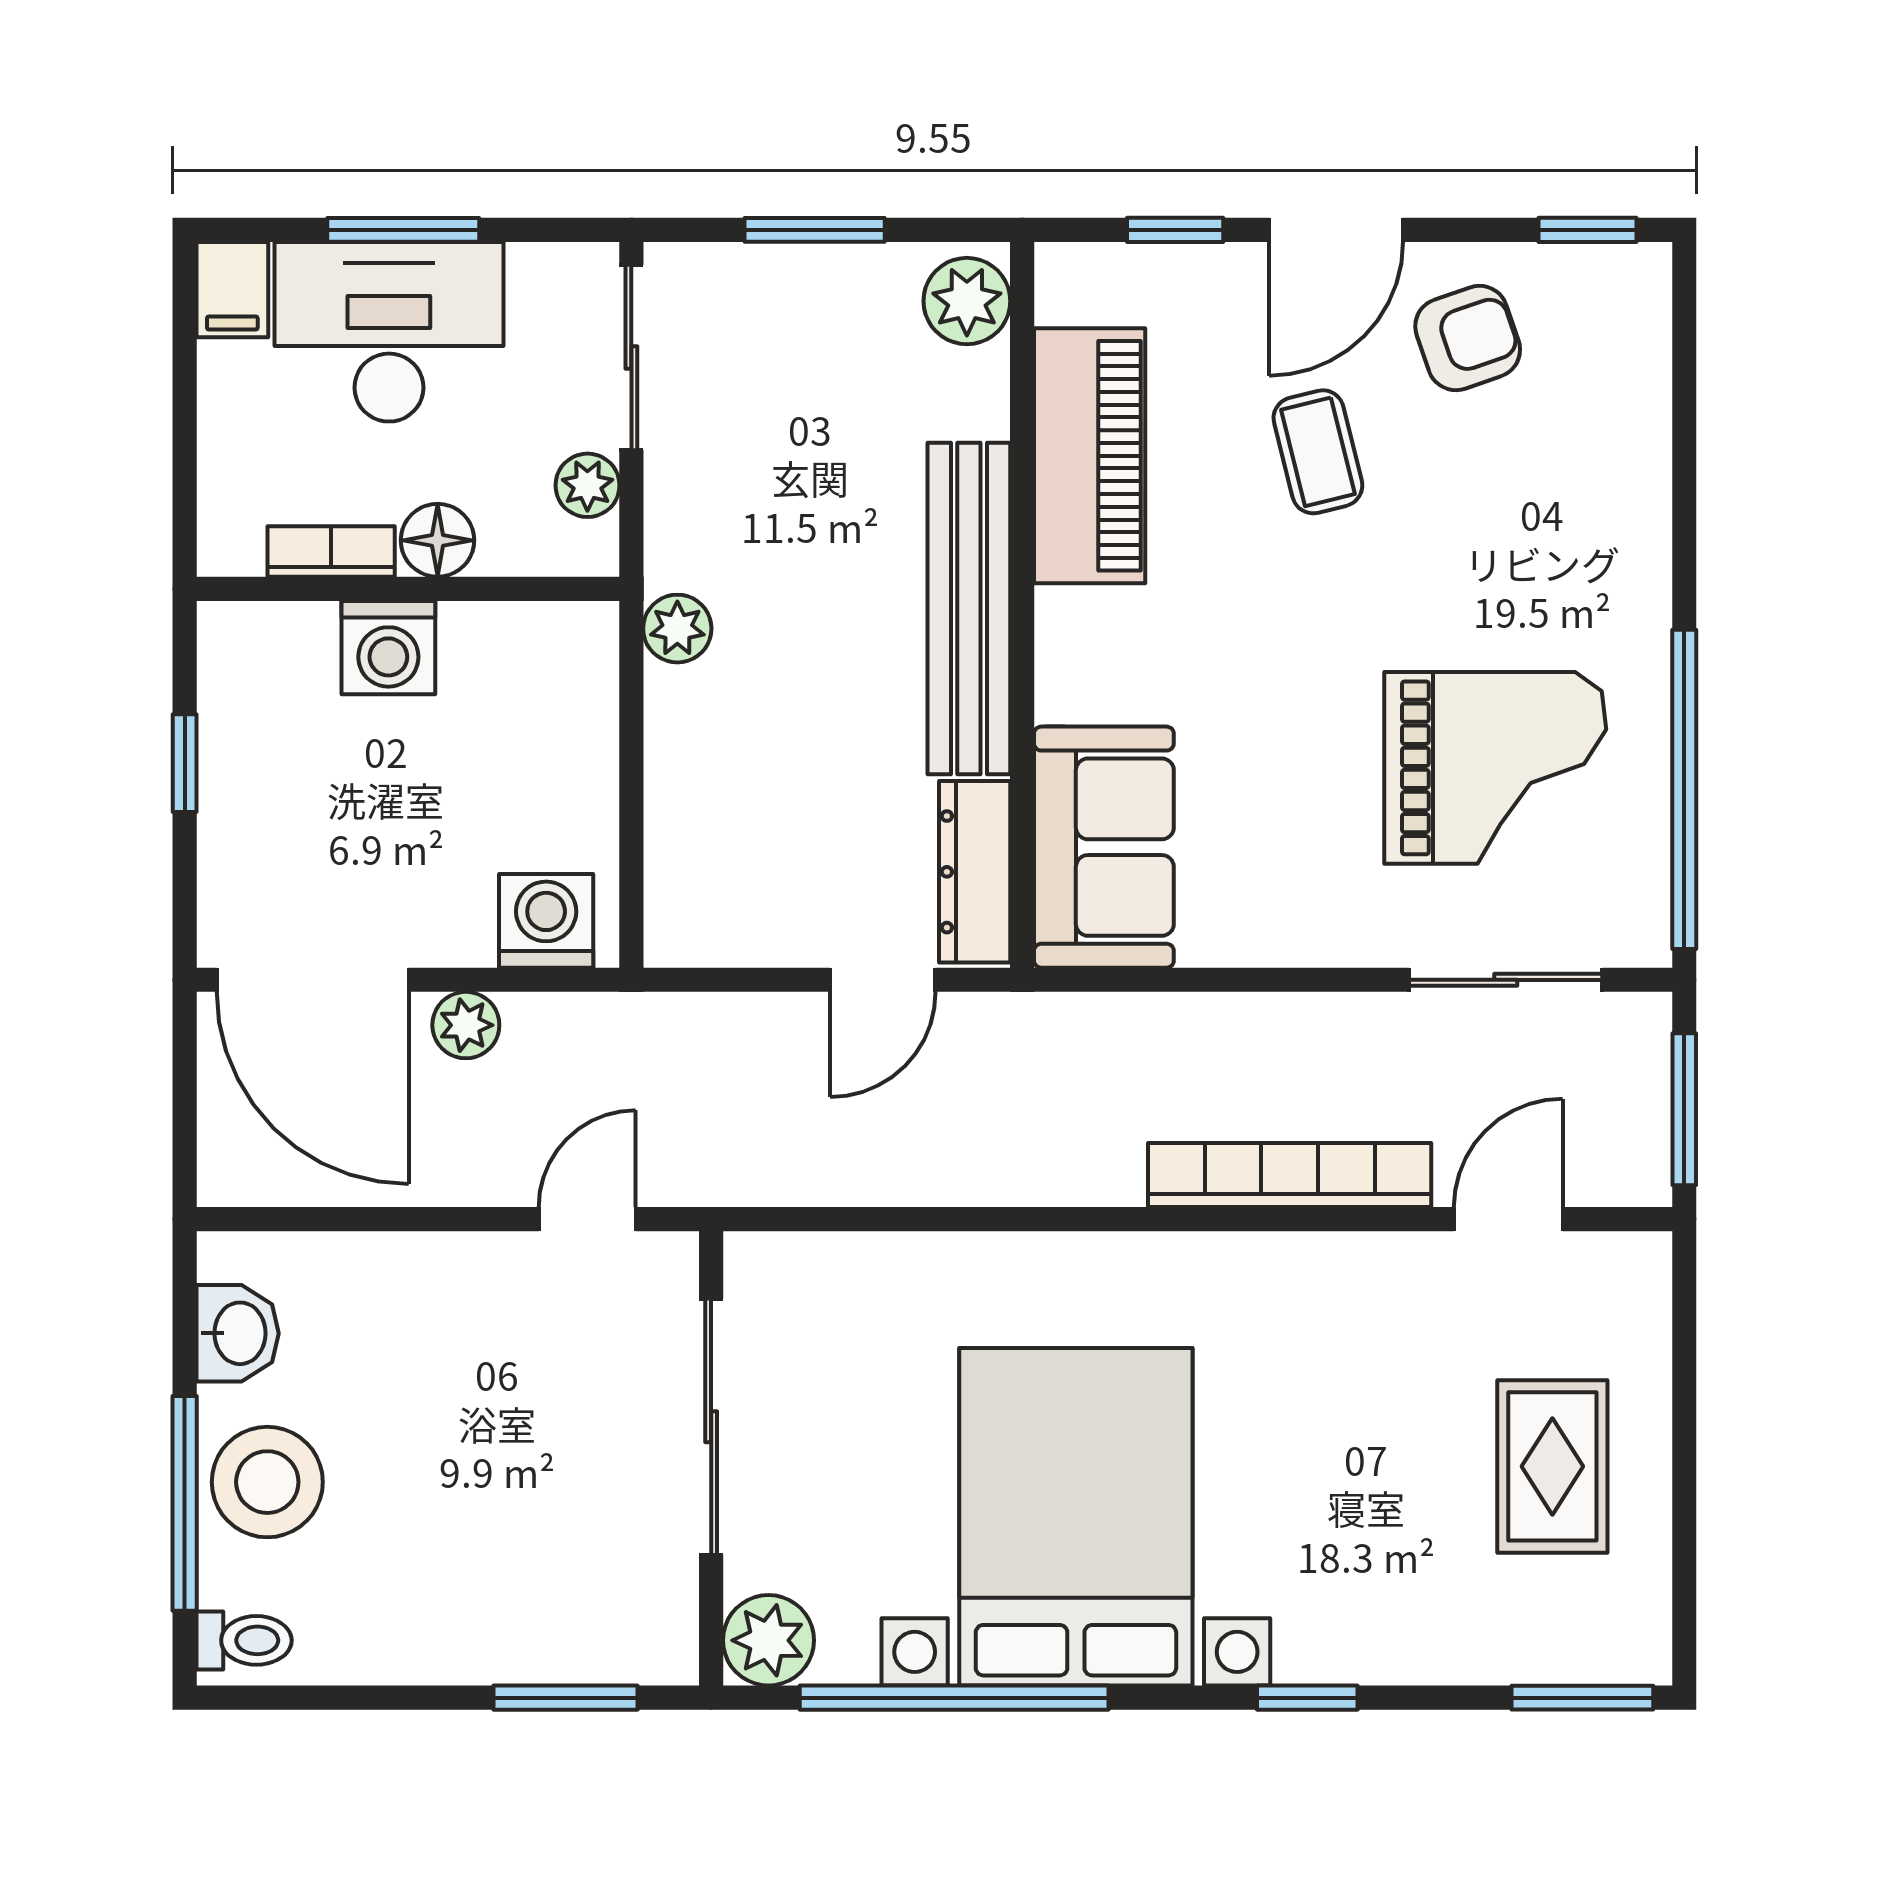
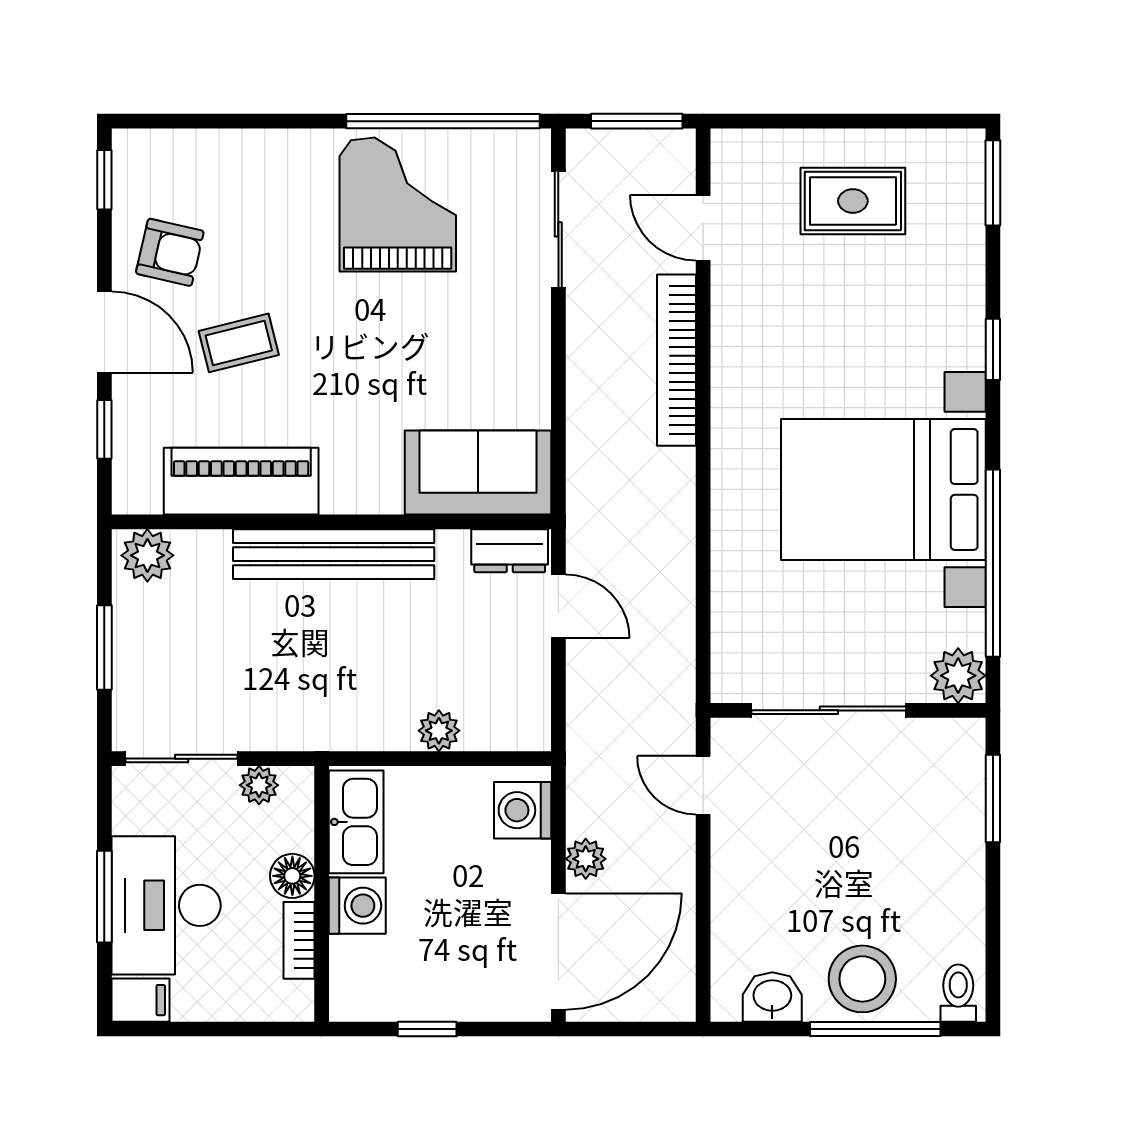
armchair: (1468, 338) -> (170, 252), turned 122
plant: (677, 629) -> (439, 731), moved
kitchen sink: (527, 646) -> (356, 822), added
grand piano: (1495, 768) -> (398, 204), moved
dresser: (975, 872) -> (510, 551), width x0.70

